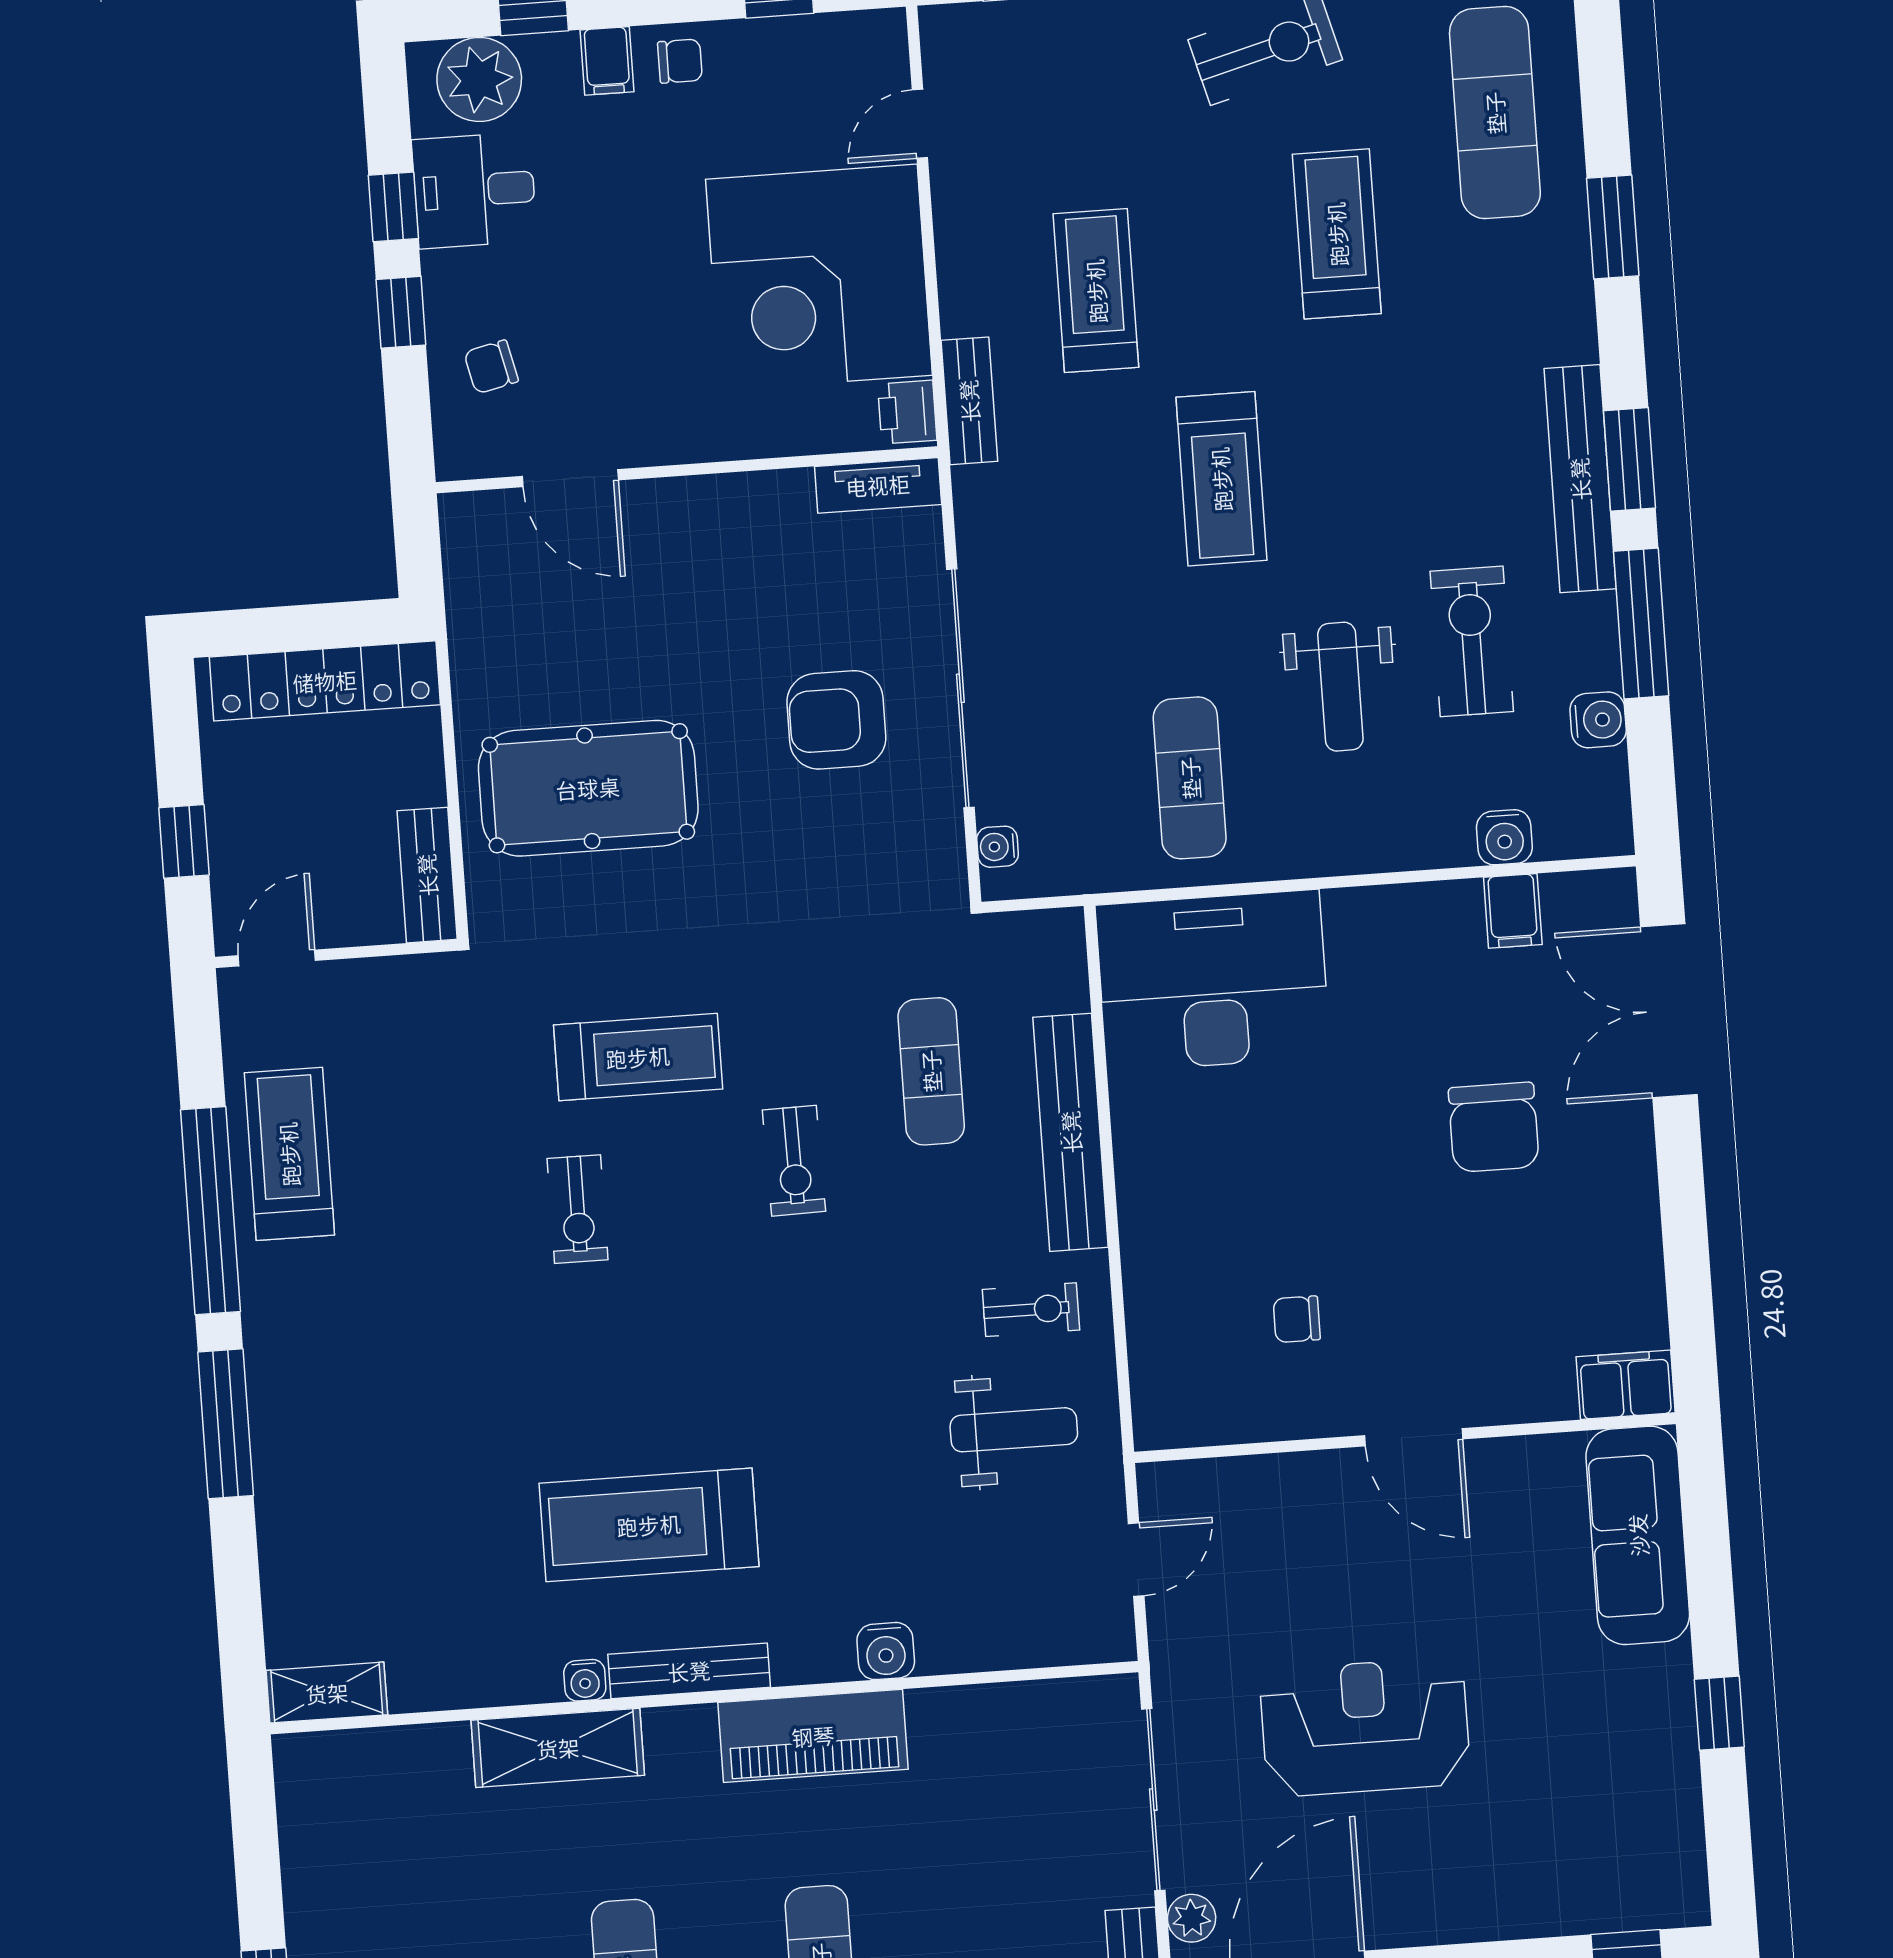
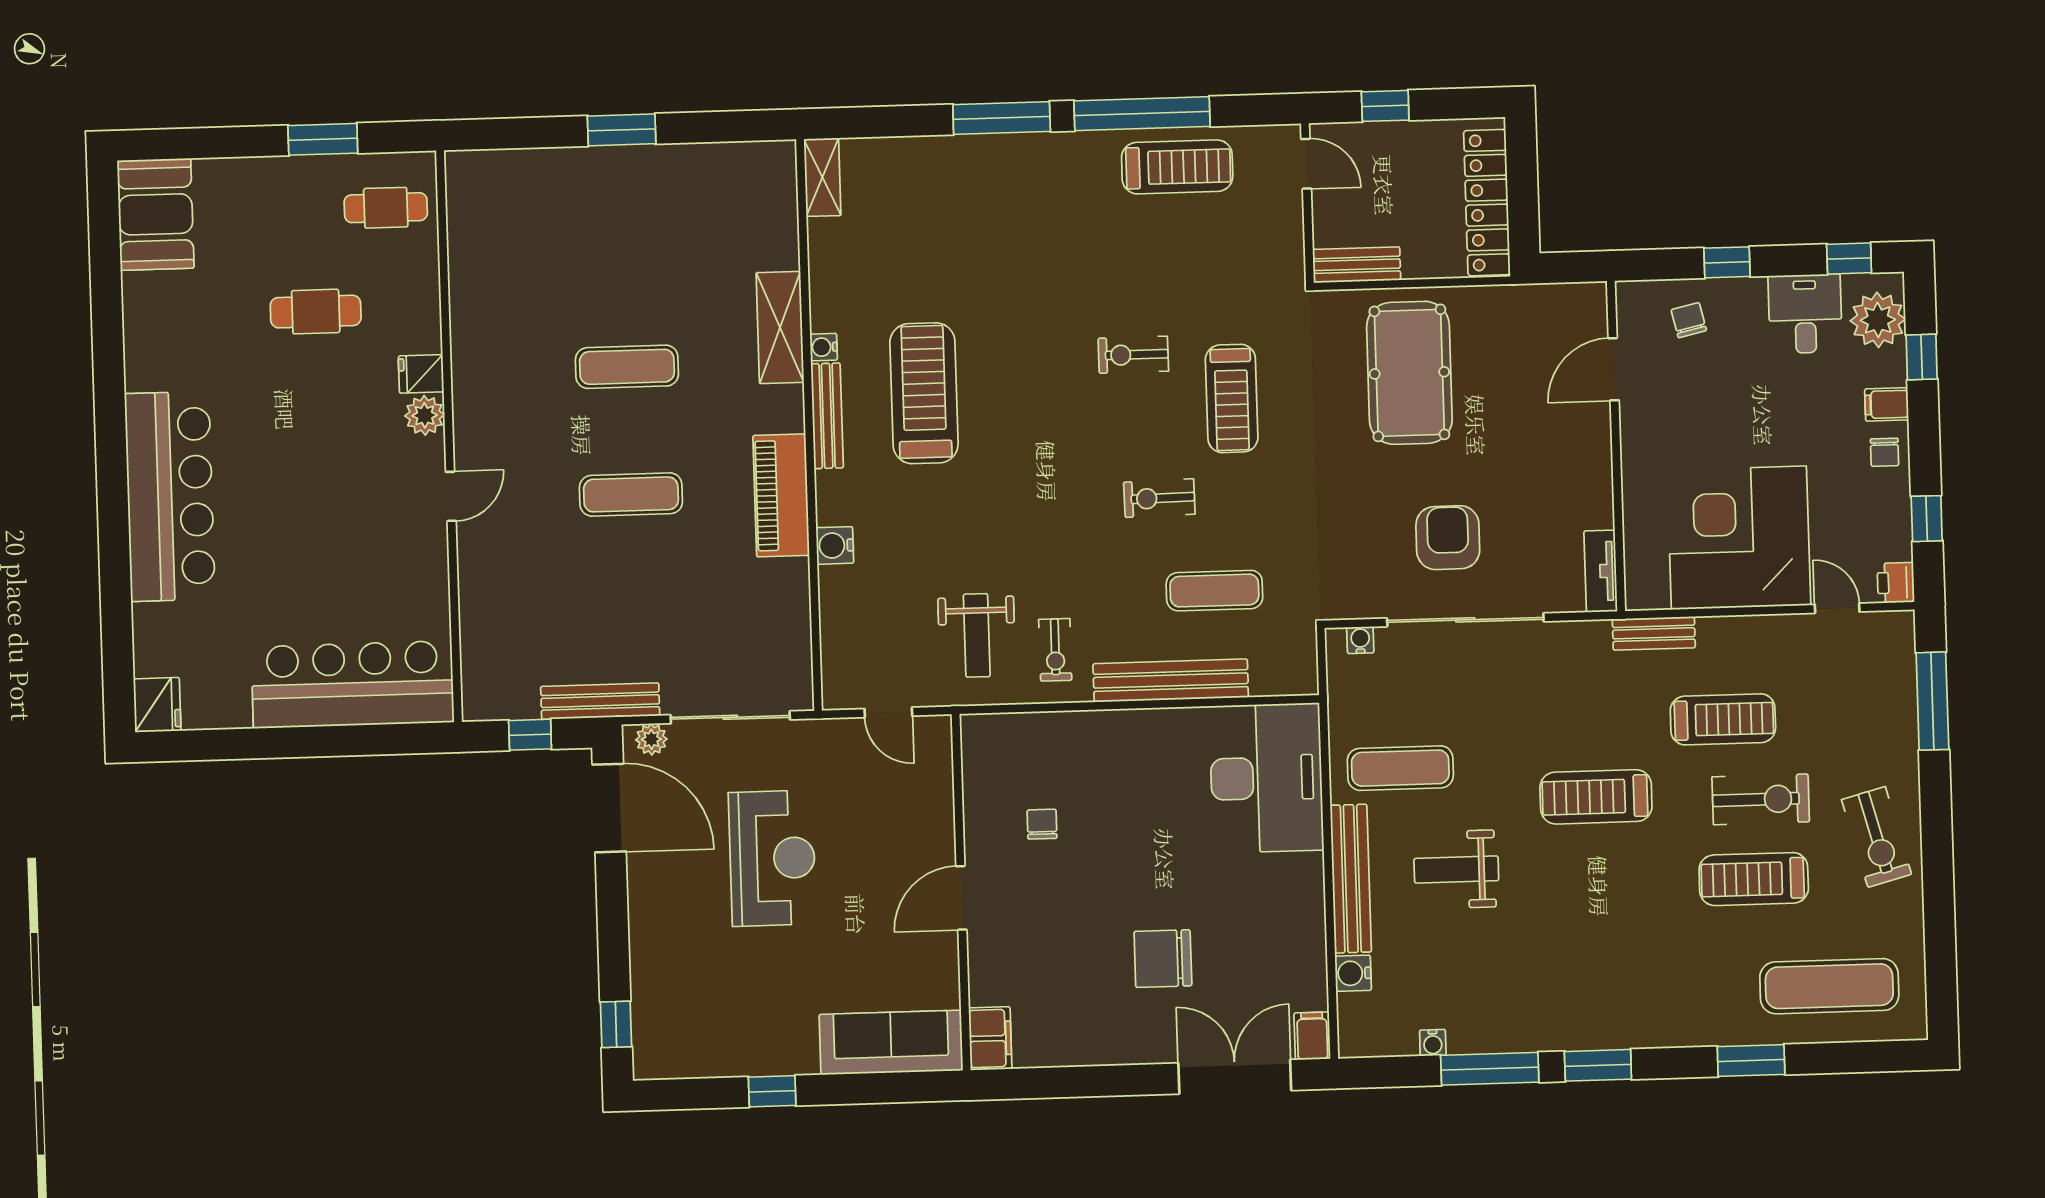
window: (393, 207) -> (1849, 259), moved
treadmill: (1337, 234) -> (1754, 879), turned 180
printer: (907, 412) -> (1896, 583), moved, turned -90
bench: (1580, 479) -> (1351, 879), moved, turned 90
exercise bike: (1472, 641) -> (1761, 799), moved
water cooler: (1598, 720) -> (1433, 1043), width x0.72, depth x0.72
filing cabinet: (1513, 911) -> (1312, 1036), moved, turned 90

